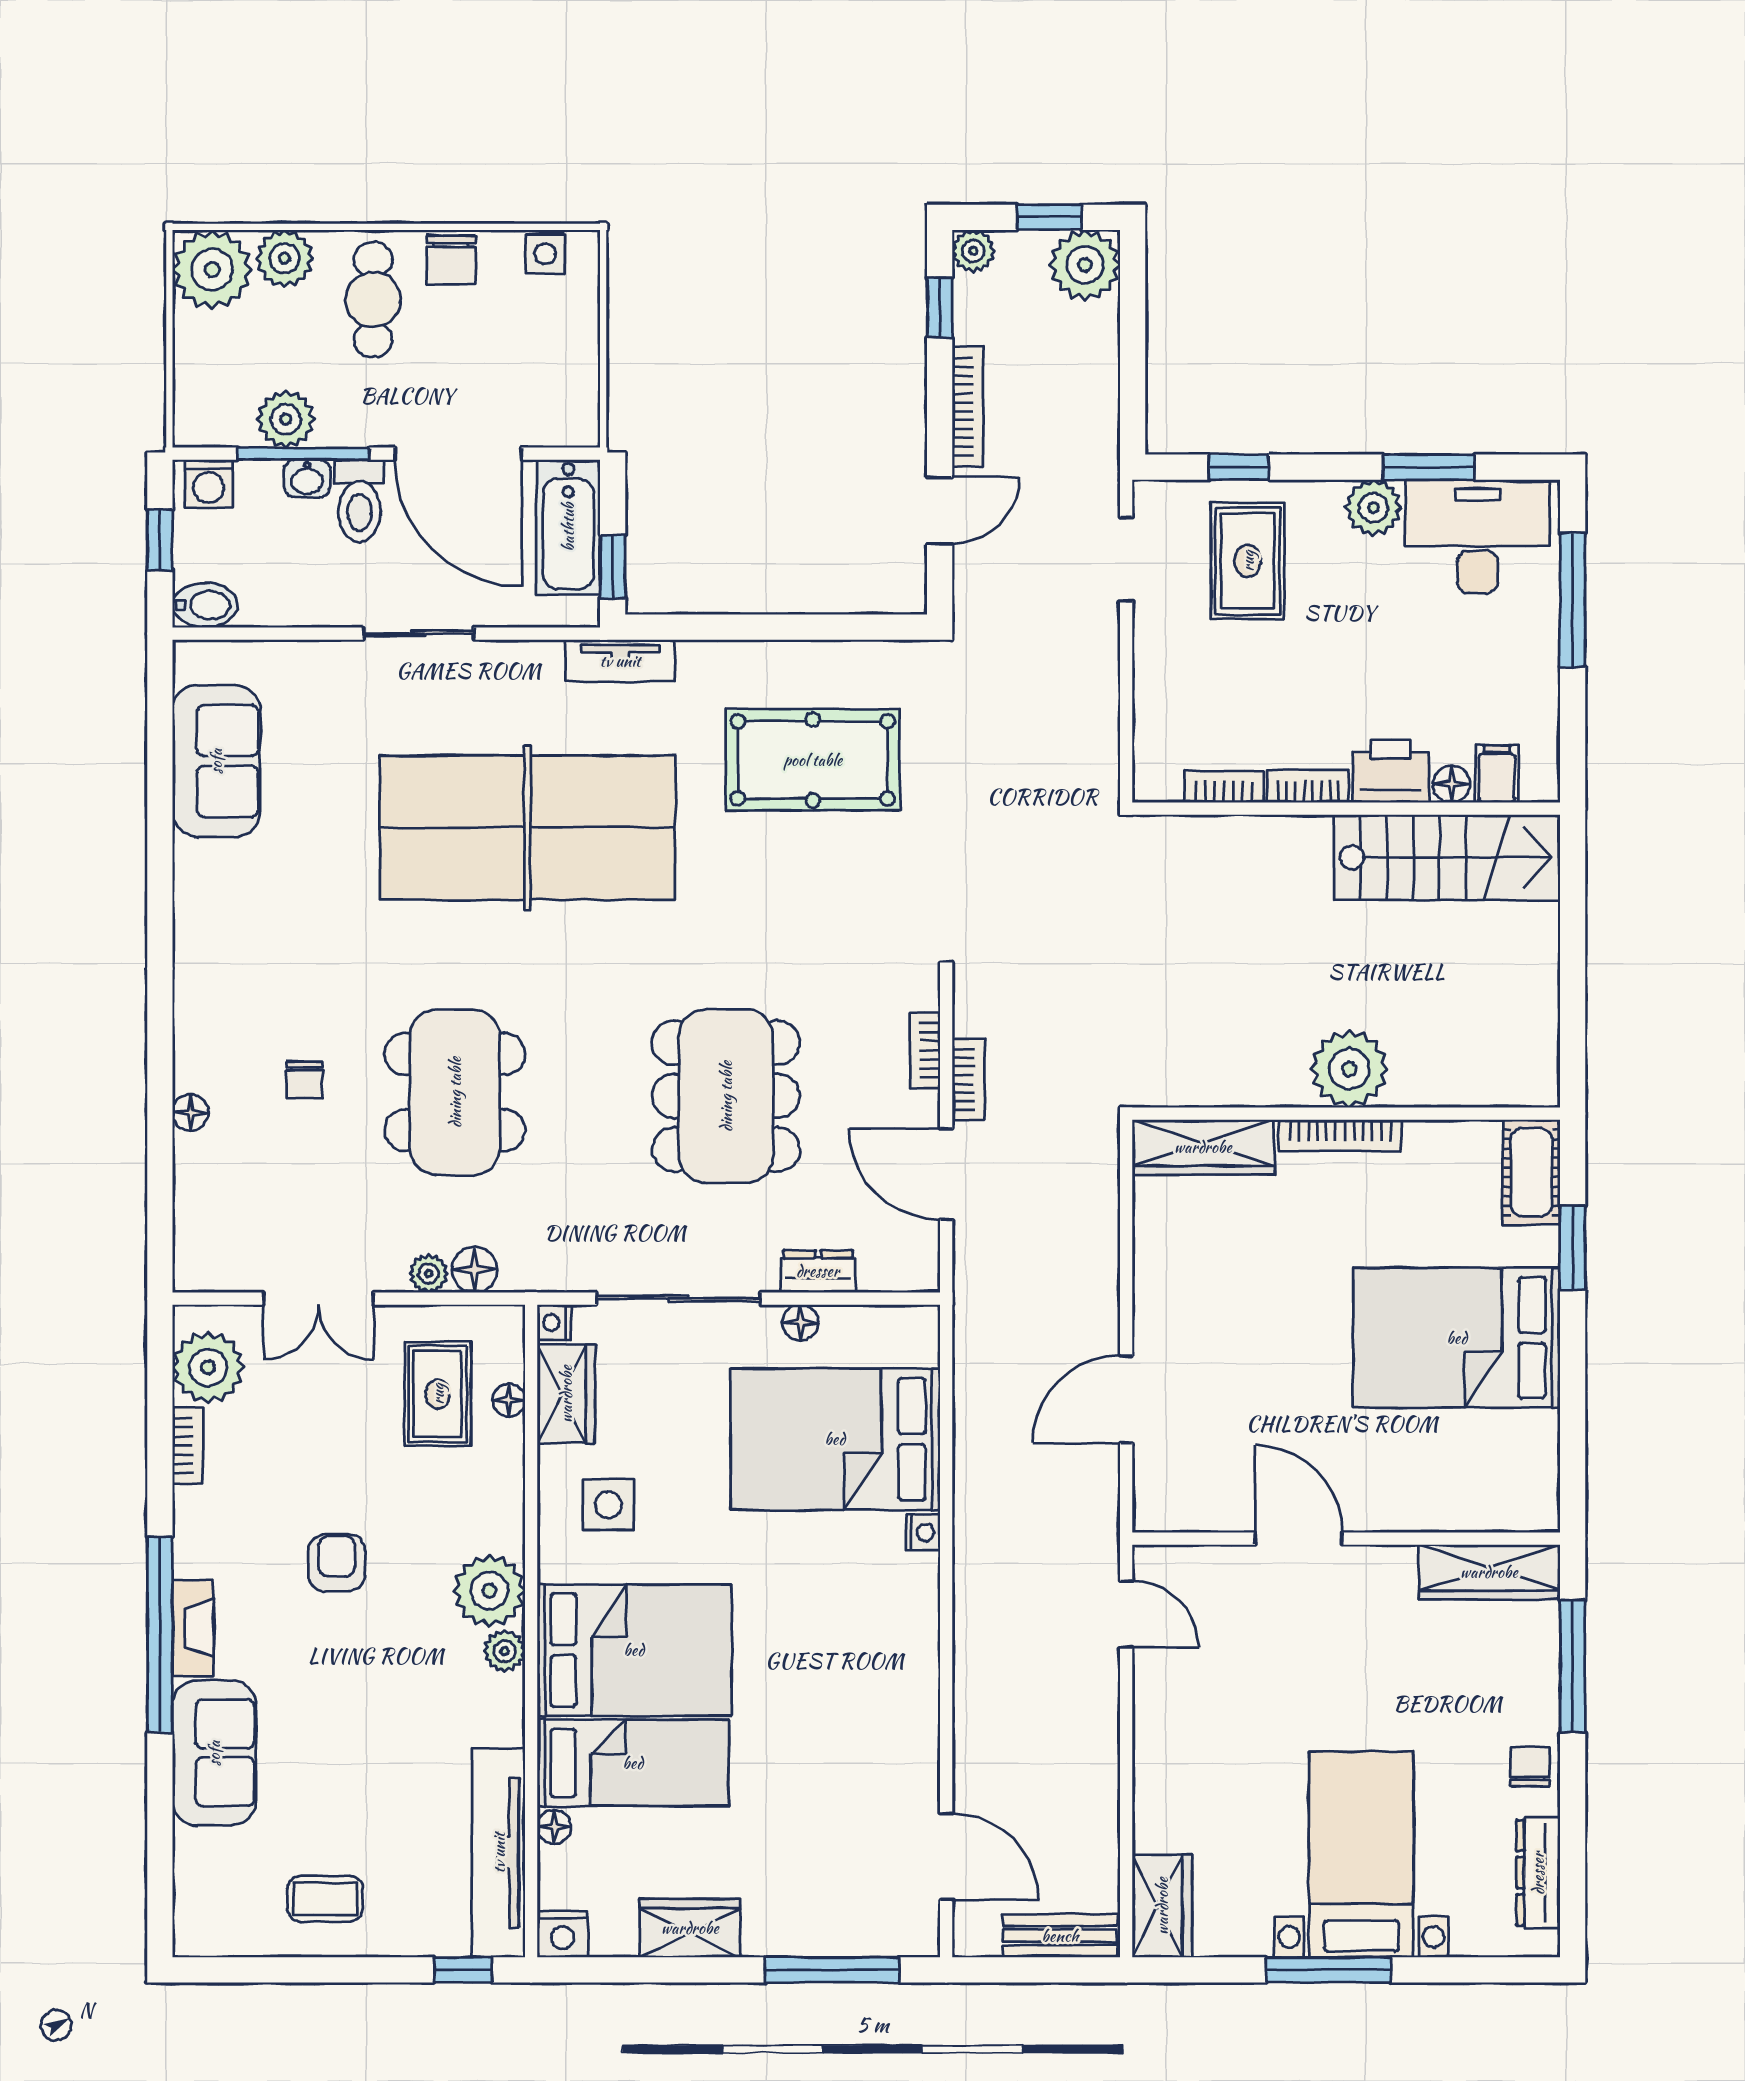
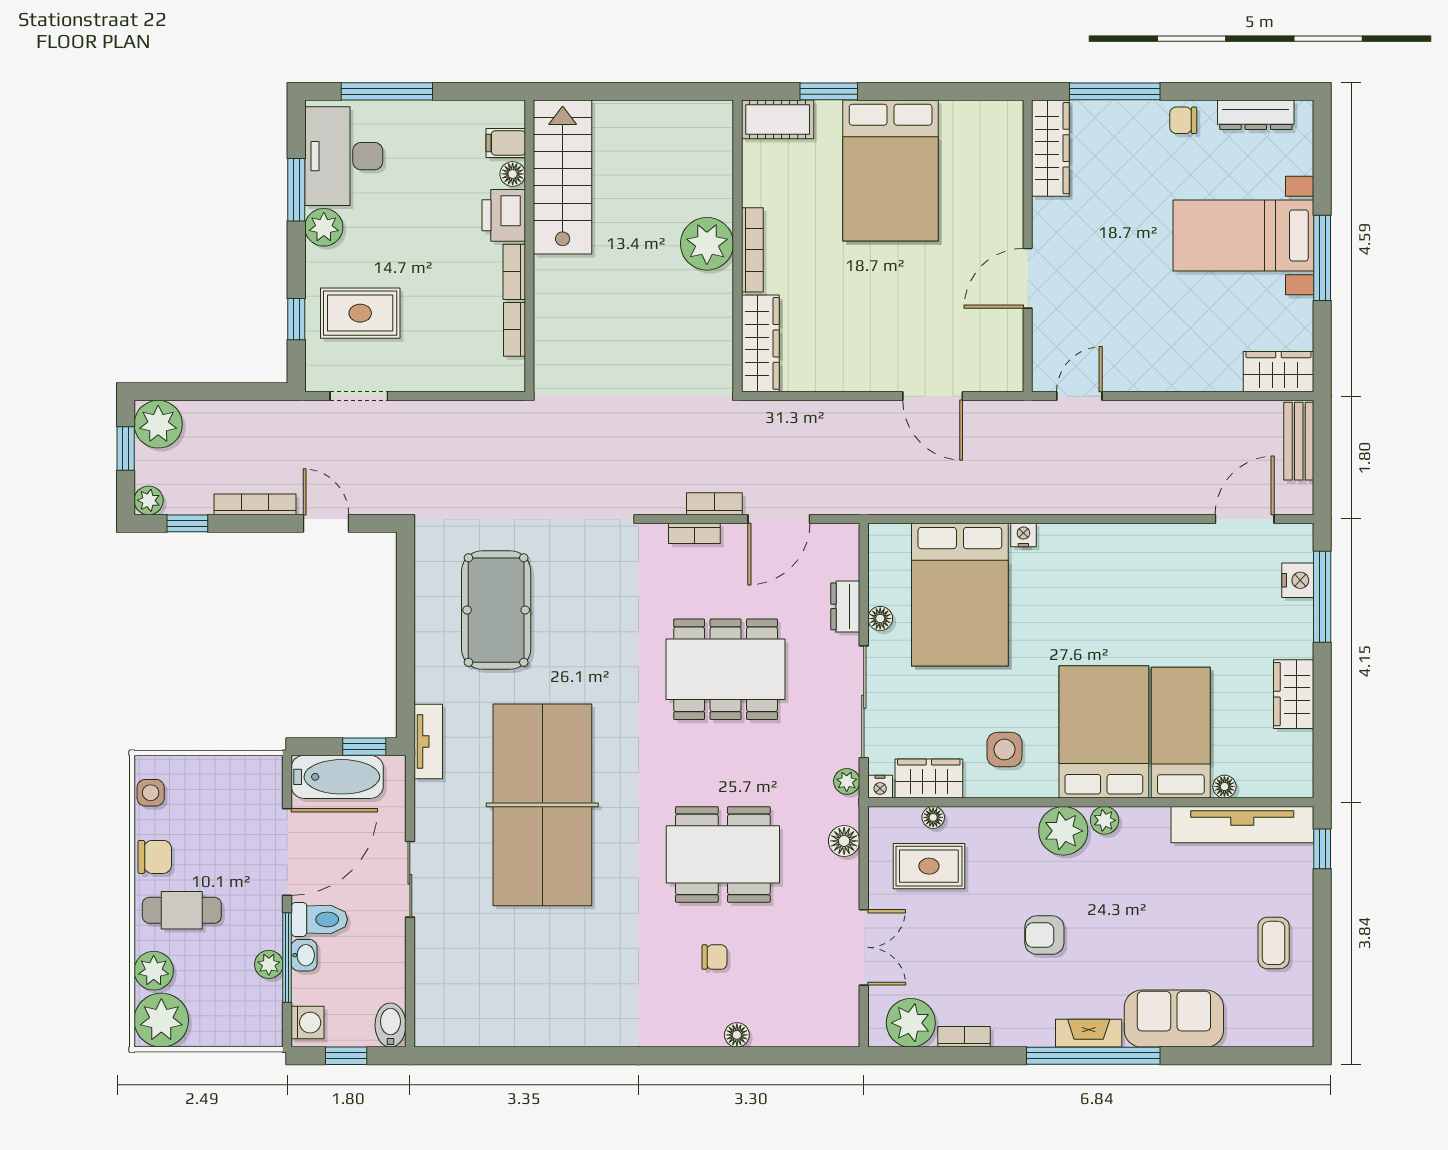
plant: (286, 419) -> (269, 964), width x0.73, depth x0.73
sofa: (216, 761) -> (497, 1017), removed
plant: (429, 1274) -> (847, 781), moved
nightstand: (563, 1934) -> (1298, 580), moved

